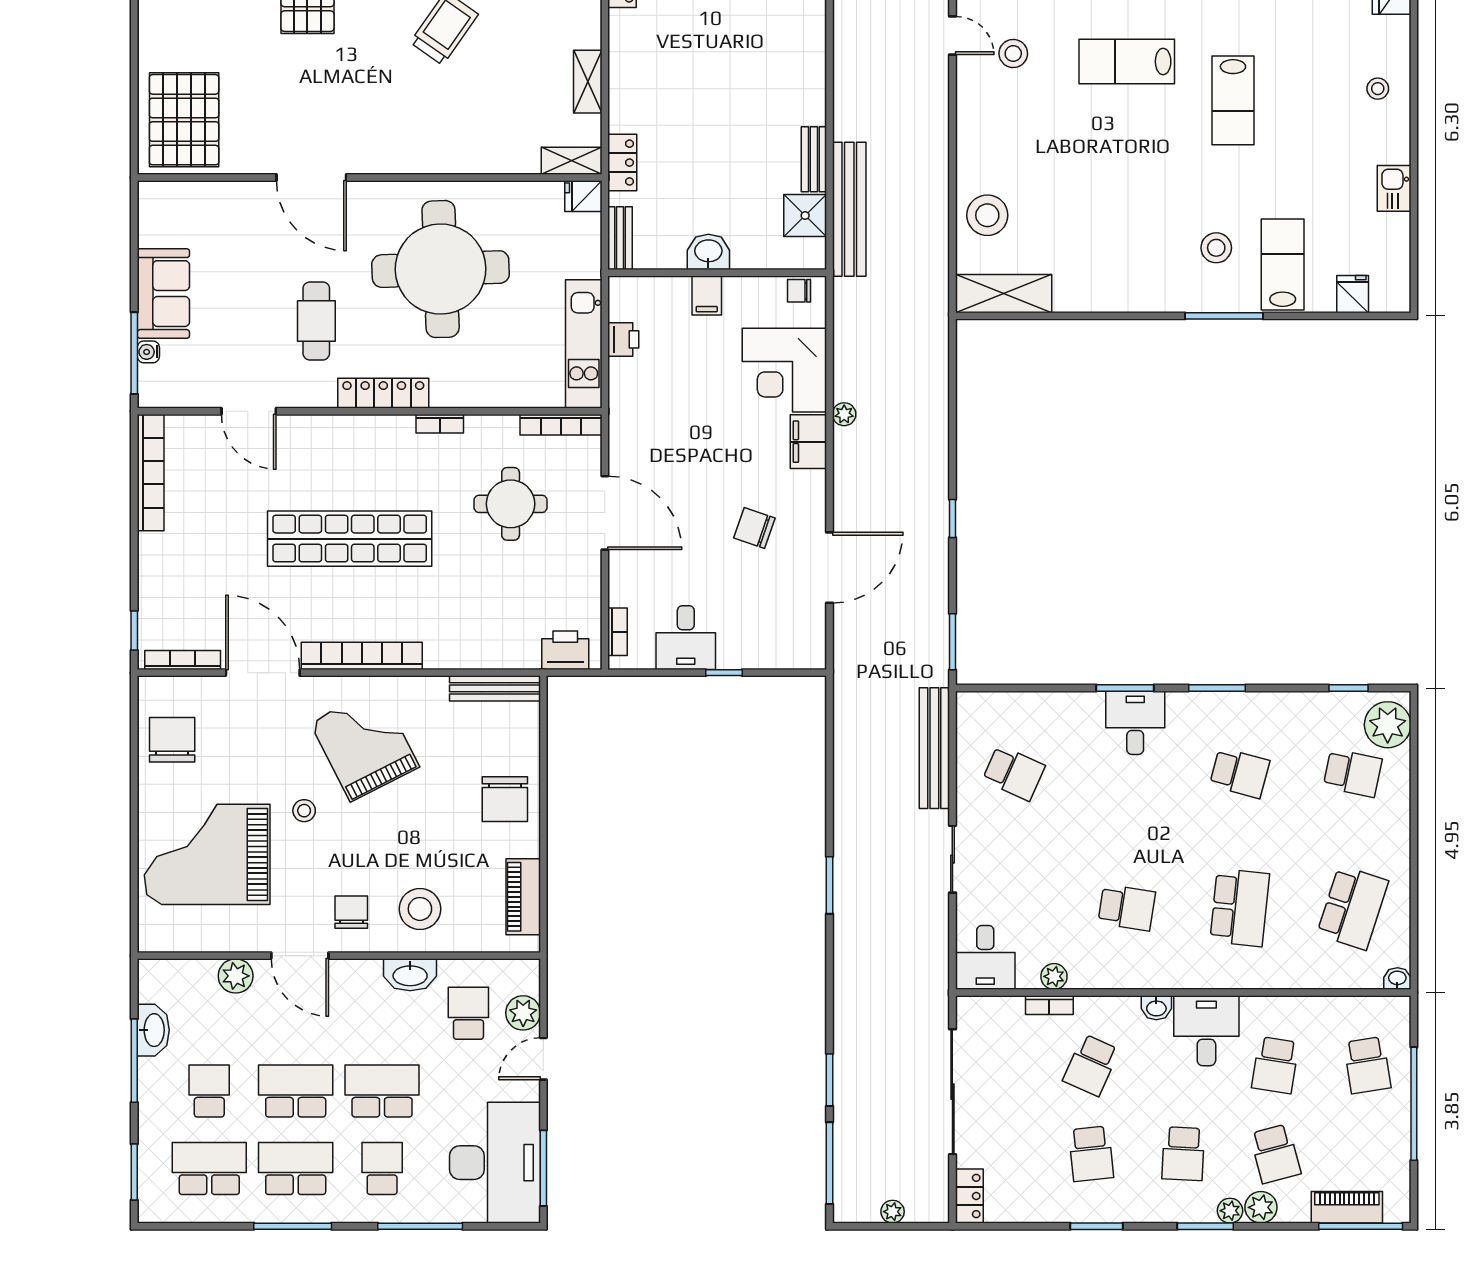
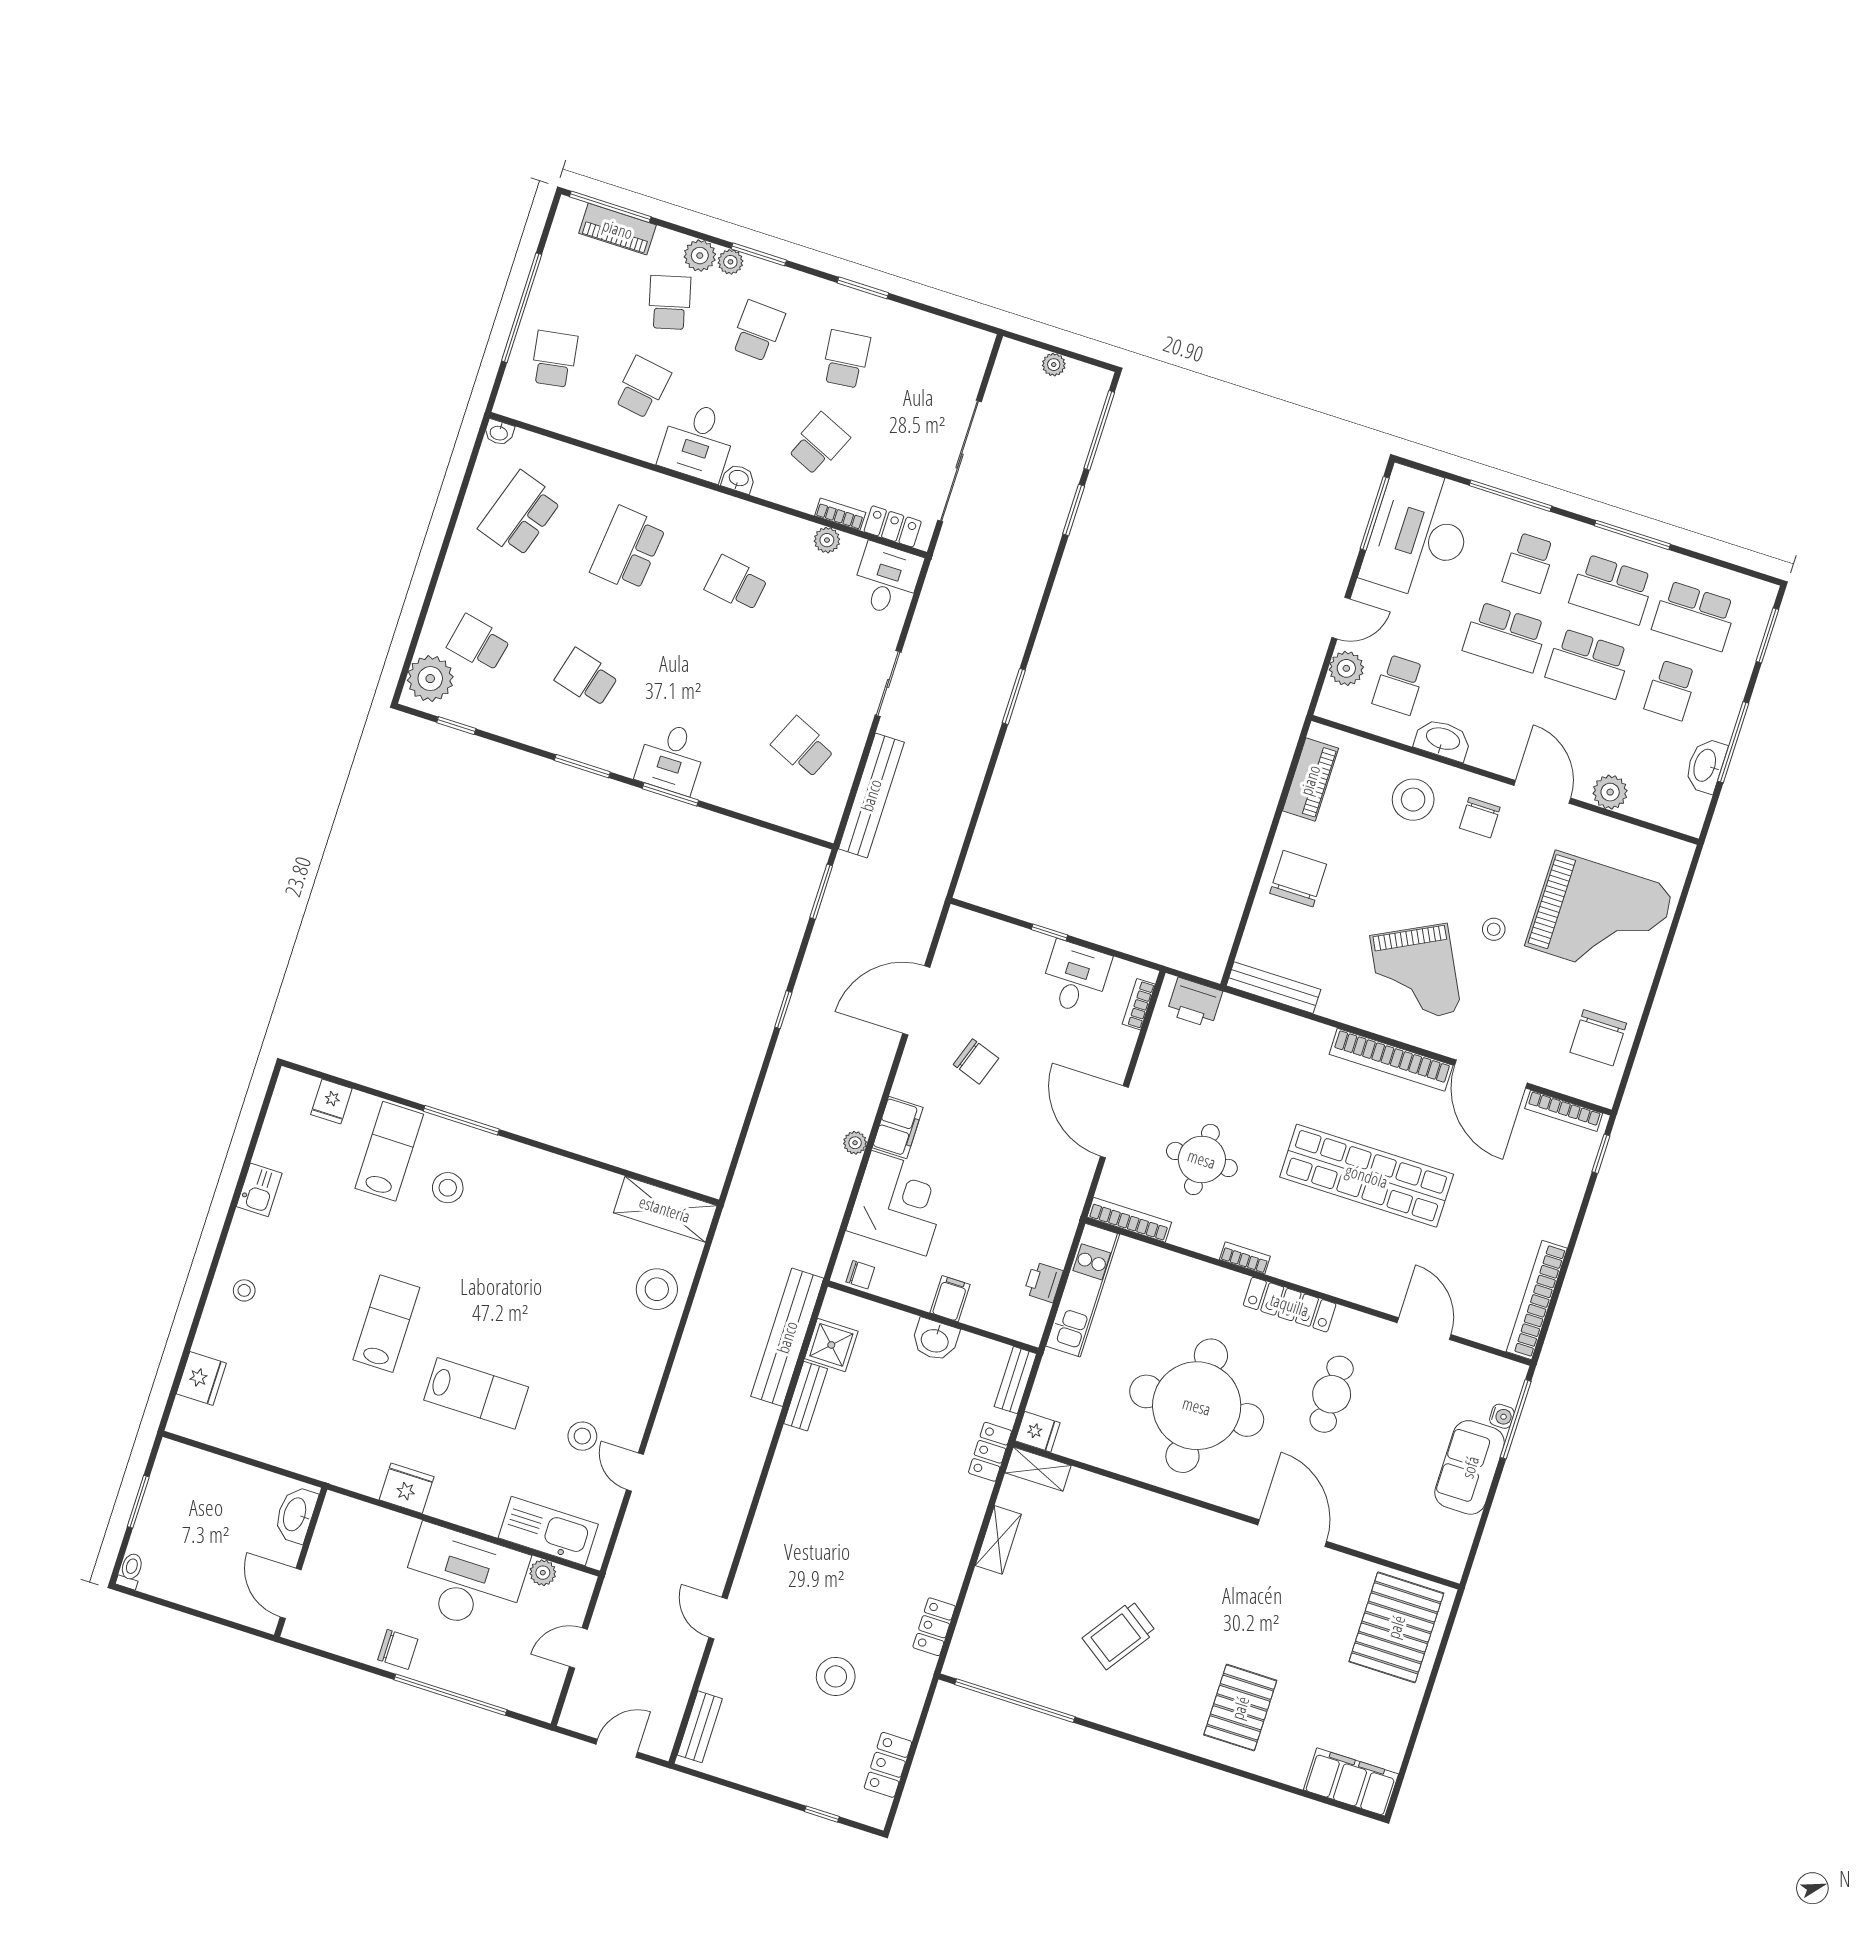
lab bench: (1283, 265) -> (389, 1151), turned 180
locker: (969, 1196) -> (893, 526), moved, turned 90

